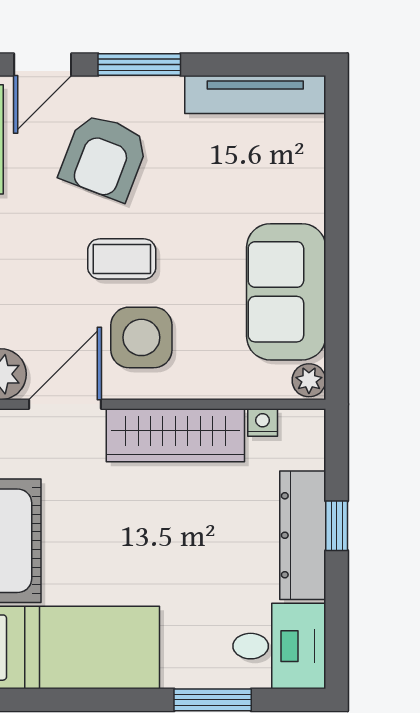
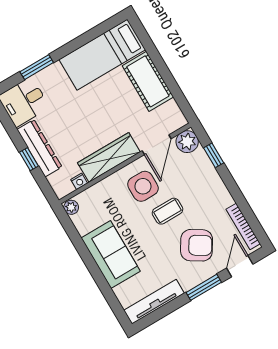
armchair: (104, 157) -> (197, 245), turned 101
sofa: (286, 292) -> (111, 255), moved

